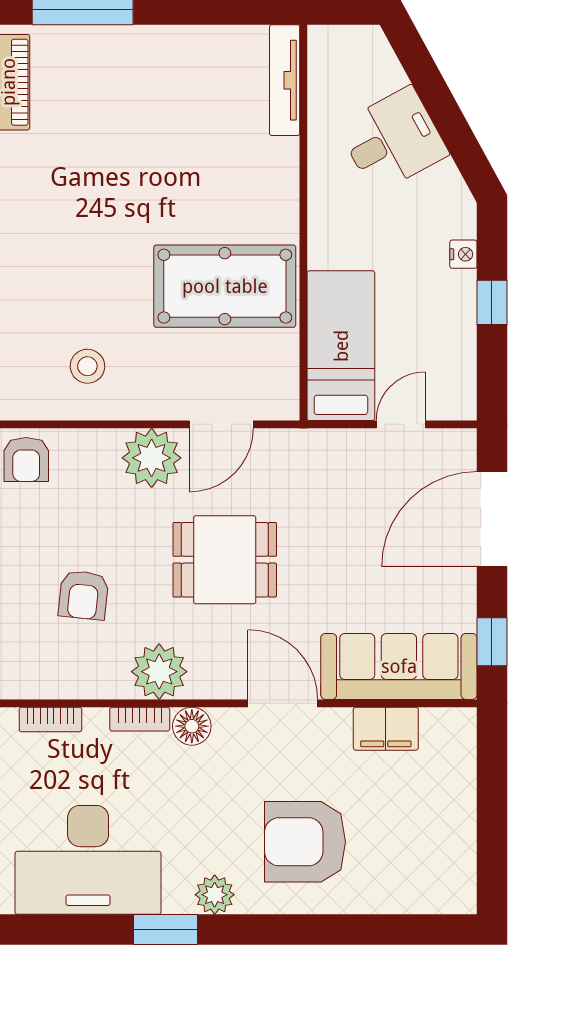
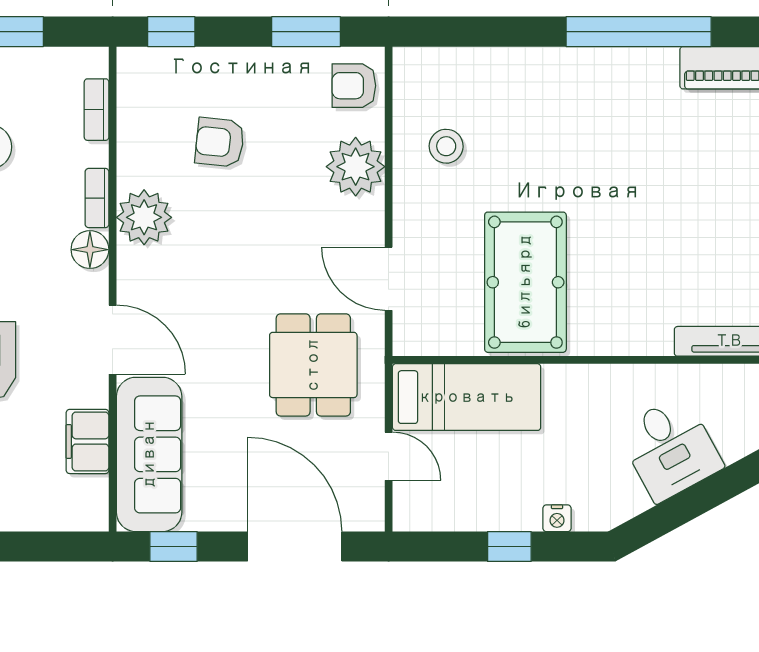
plant: (152, 458) -> (356, 167), moved
dining table: (225, 560) -> (313, 365), moved
door: (283, 703) -> (113, 340), hinge flipped

